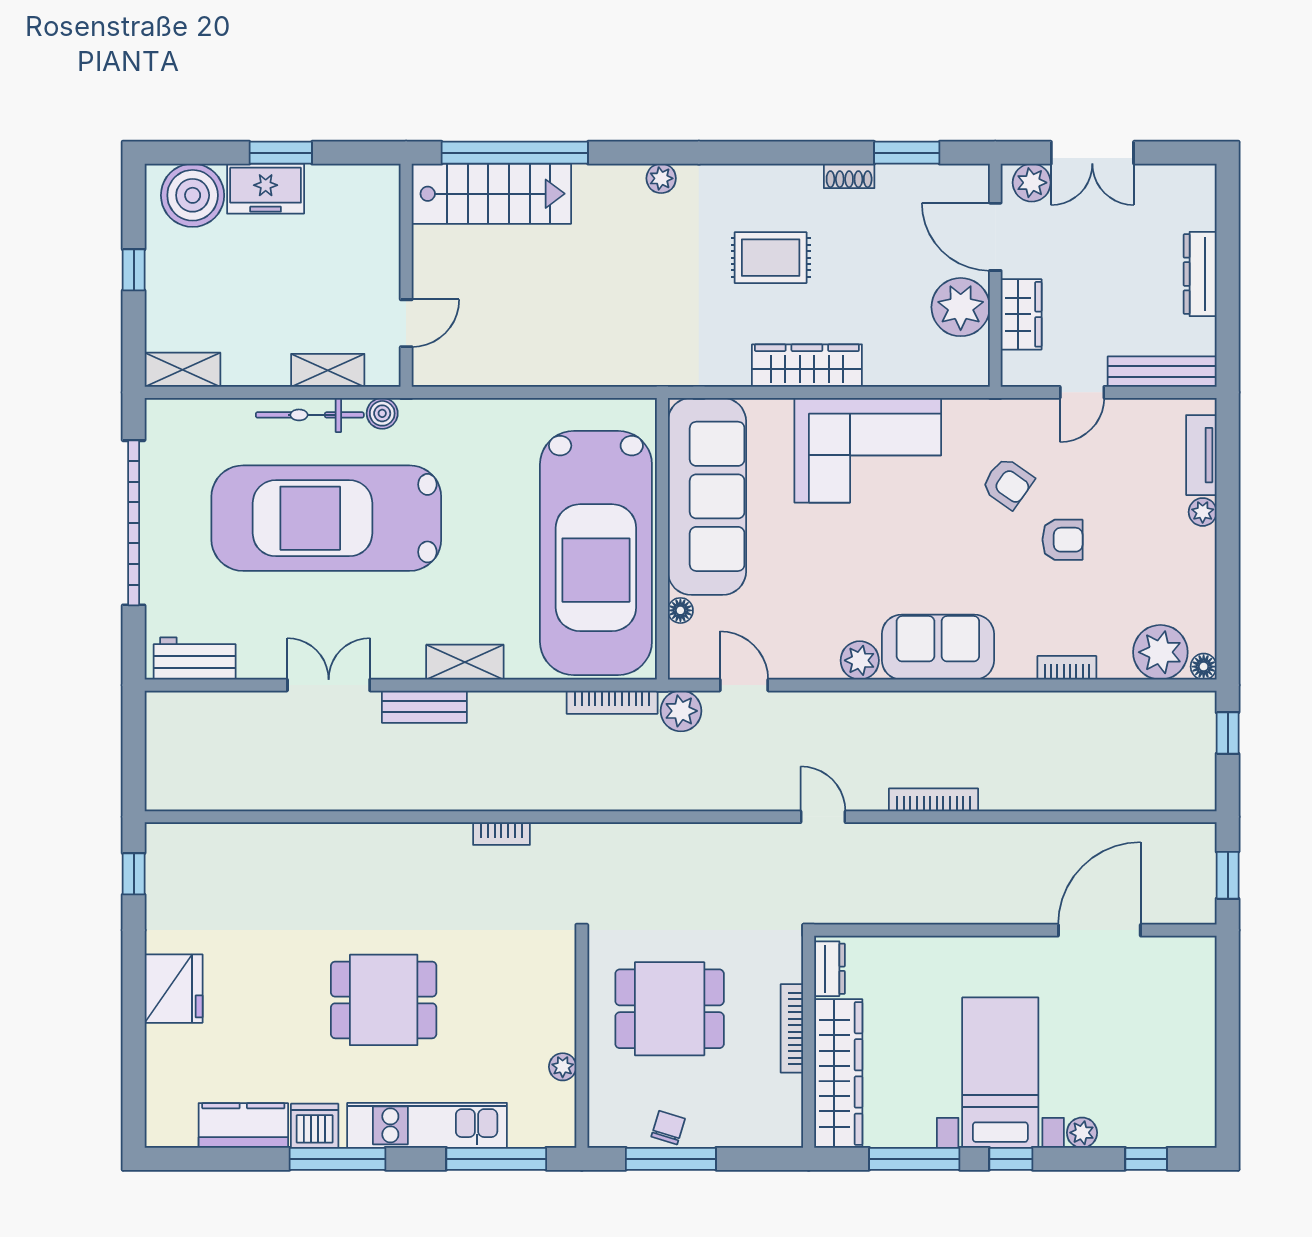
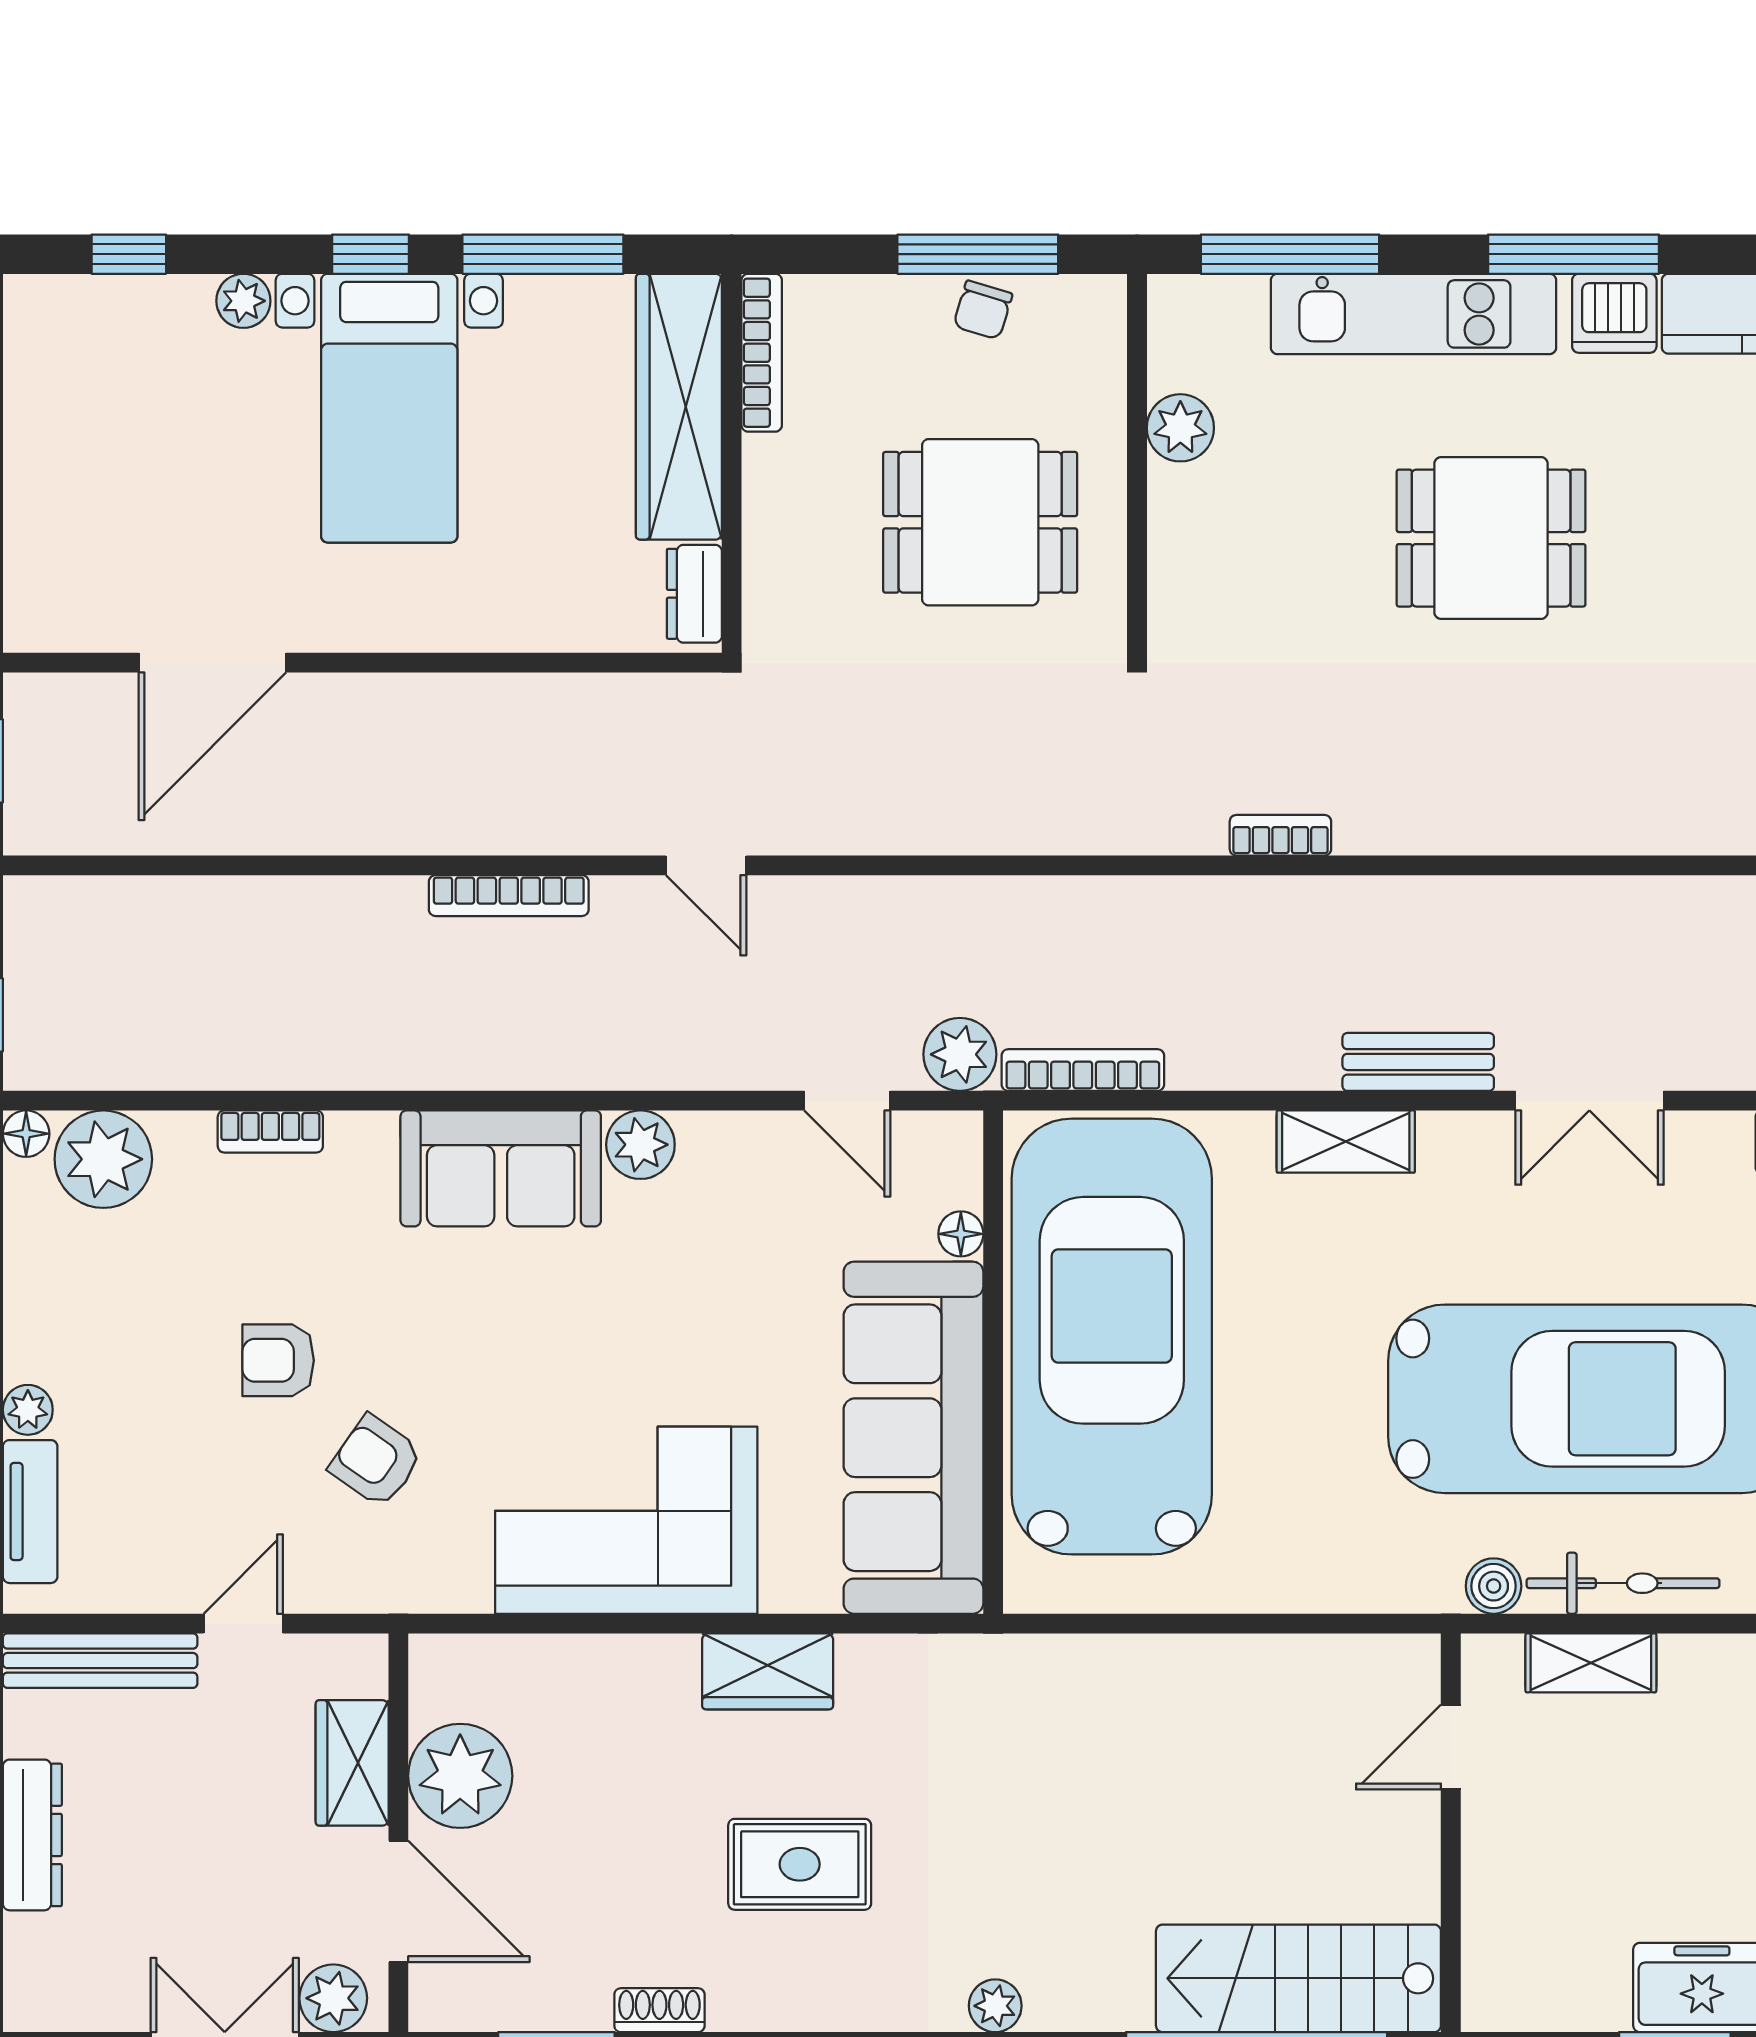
wardrobe: (807, 366) -> (768, 1671), width x0.67
bookcase: (792, 1028) -> (762, 353), moved
plant: (563, 1067) -> (1180, 428), width x1.38, depth x1.38

